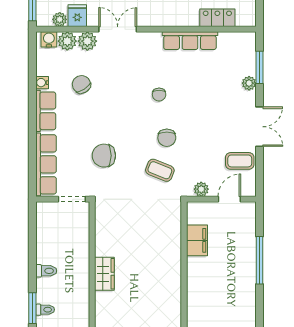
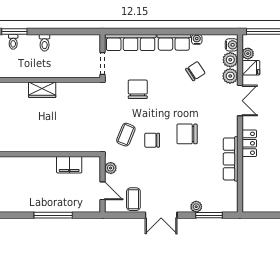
locker: (217, 18) -> (249, 143), moved
chair: (159, 95) -> (187, 134), width x1.87, depth x1.87

